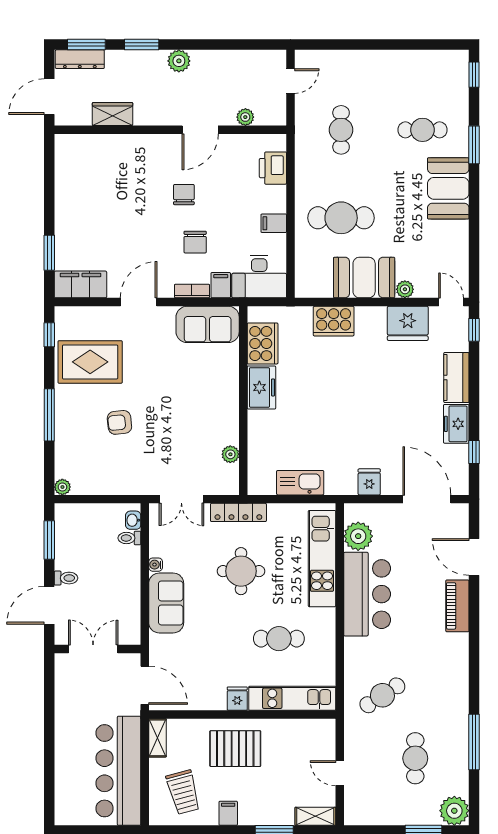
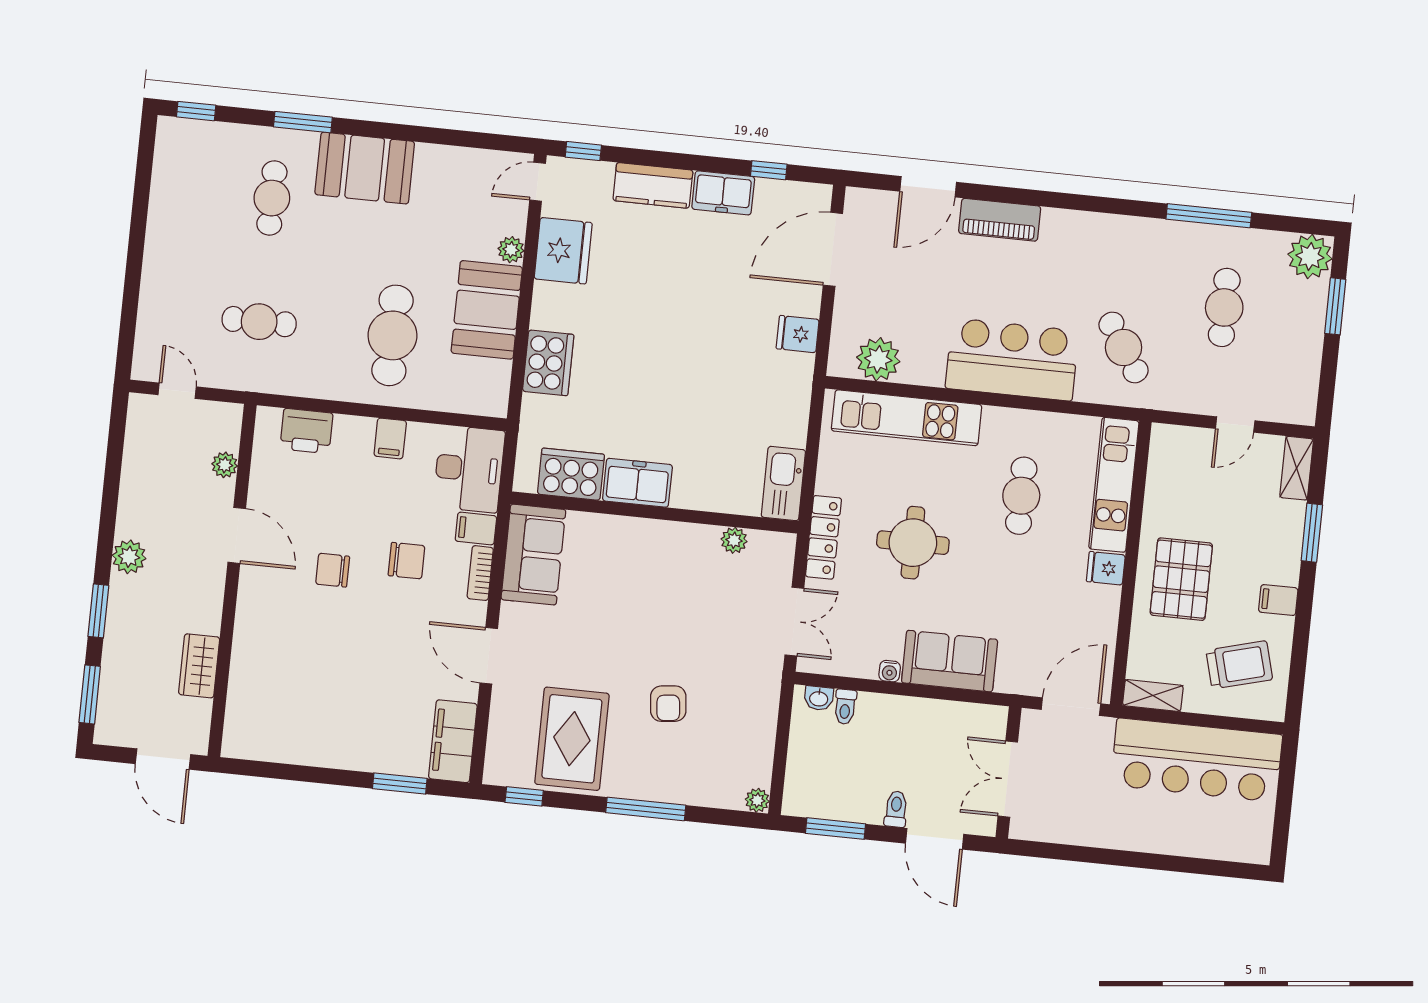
dresser: (80, 59) -> (111, 707), removed
kitchen sink: (300, 483) -> (783, 484), moved
bar counter: (367, 594) -> (1012, 359), moved
cafe table: (415, 758) -> (1224, 307), turned 90

